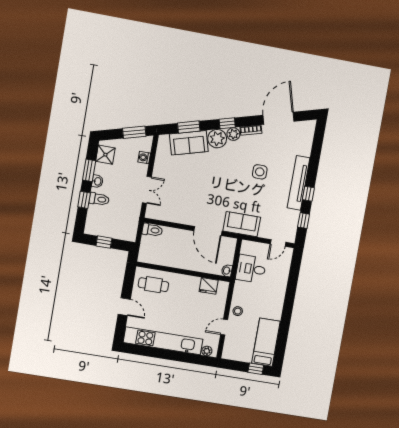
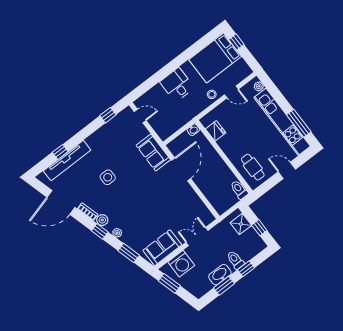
plant: (217, 139) -> (117, 233), width x0.53, depth x0.53
sofa: (189, 143) -> (162, 248), moved, turned -74
shower: (105, 155) -> (241, 224), moved
washing machine: (144, 158) -> (181, 264), width x1.89, depth x1.89
washbasin: (97, 181) -> (220, 275), width x1.91, depth x1.45
tv unit: (298, 183) -> (67, 161), moved
window: (308, 194) -> (60, 152), moved
toilet: (152, 230) -> (239, 190), moved
desk: (251, 269) -> (177, 85), moved, turned 180
door: (124, 307) -> (287, 170), hinge flipped
bed: (266, 342) -> (215, 58), width x1.50
window: (149, 352) -> (299, 123), added

